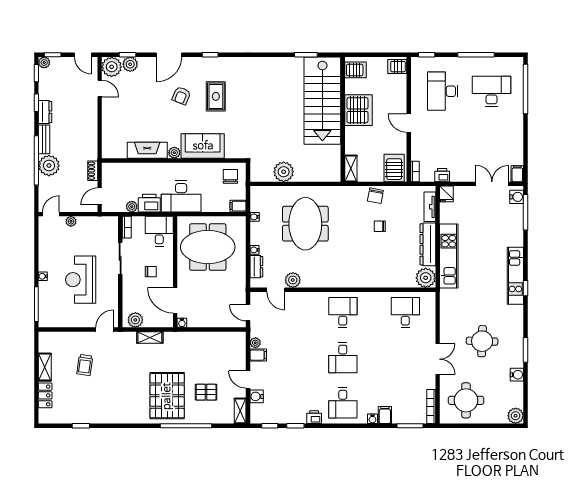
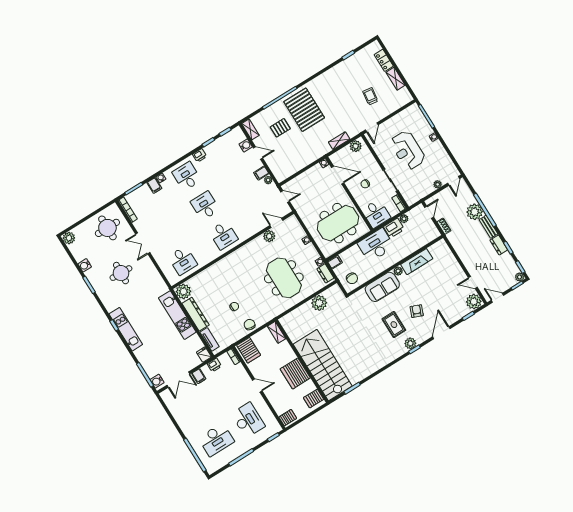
plant: (130, 64) -> (410, 343), moved
filing cabinet: (517, 174) -> (199, 376), moved
dresser: (256, 267) -> (325, 273), moved
reception desk: (81, 280) -> (408, 150), turned 180

